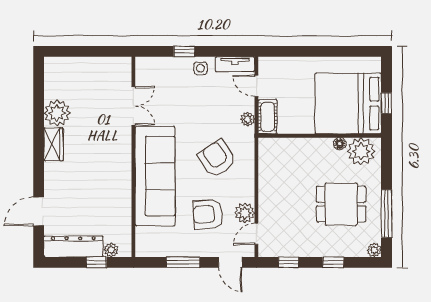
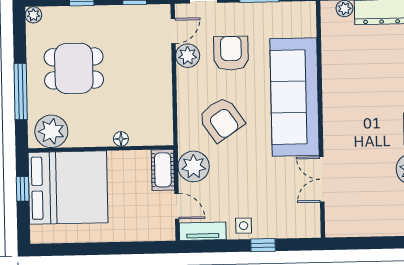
plant: (248, 119) -> (194, 166), width x1.88, depth x1.88
floor lamp: (340, 144) -> (121, 139), moved
armchair: (208, 214) -> (231, 53), turned -86
window: (386, 214) -> (21, 92), moved

